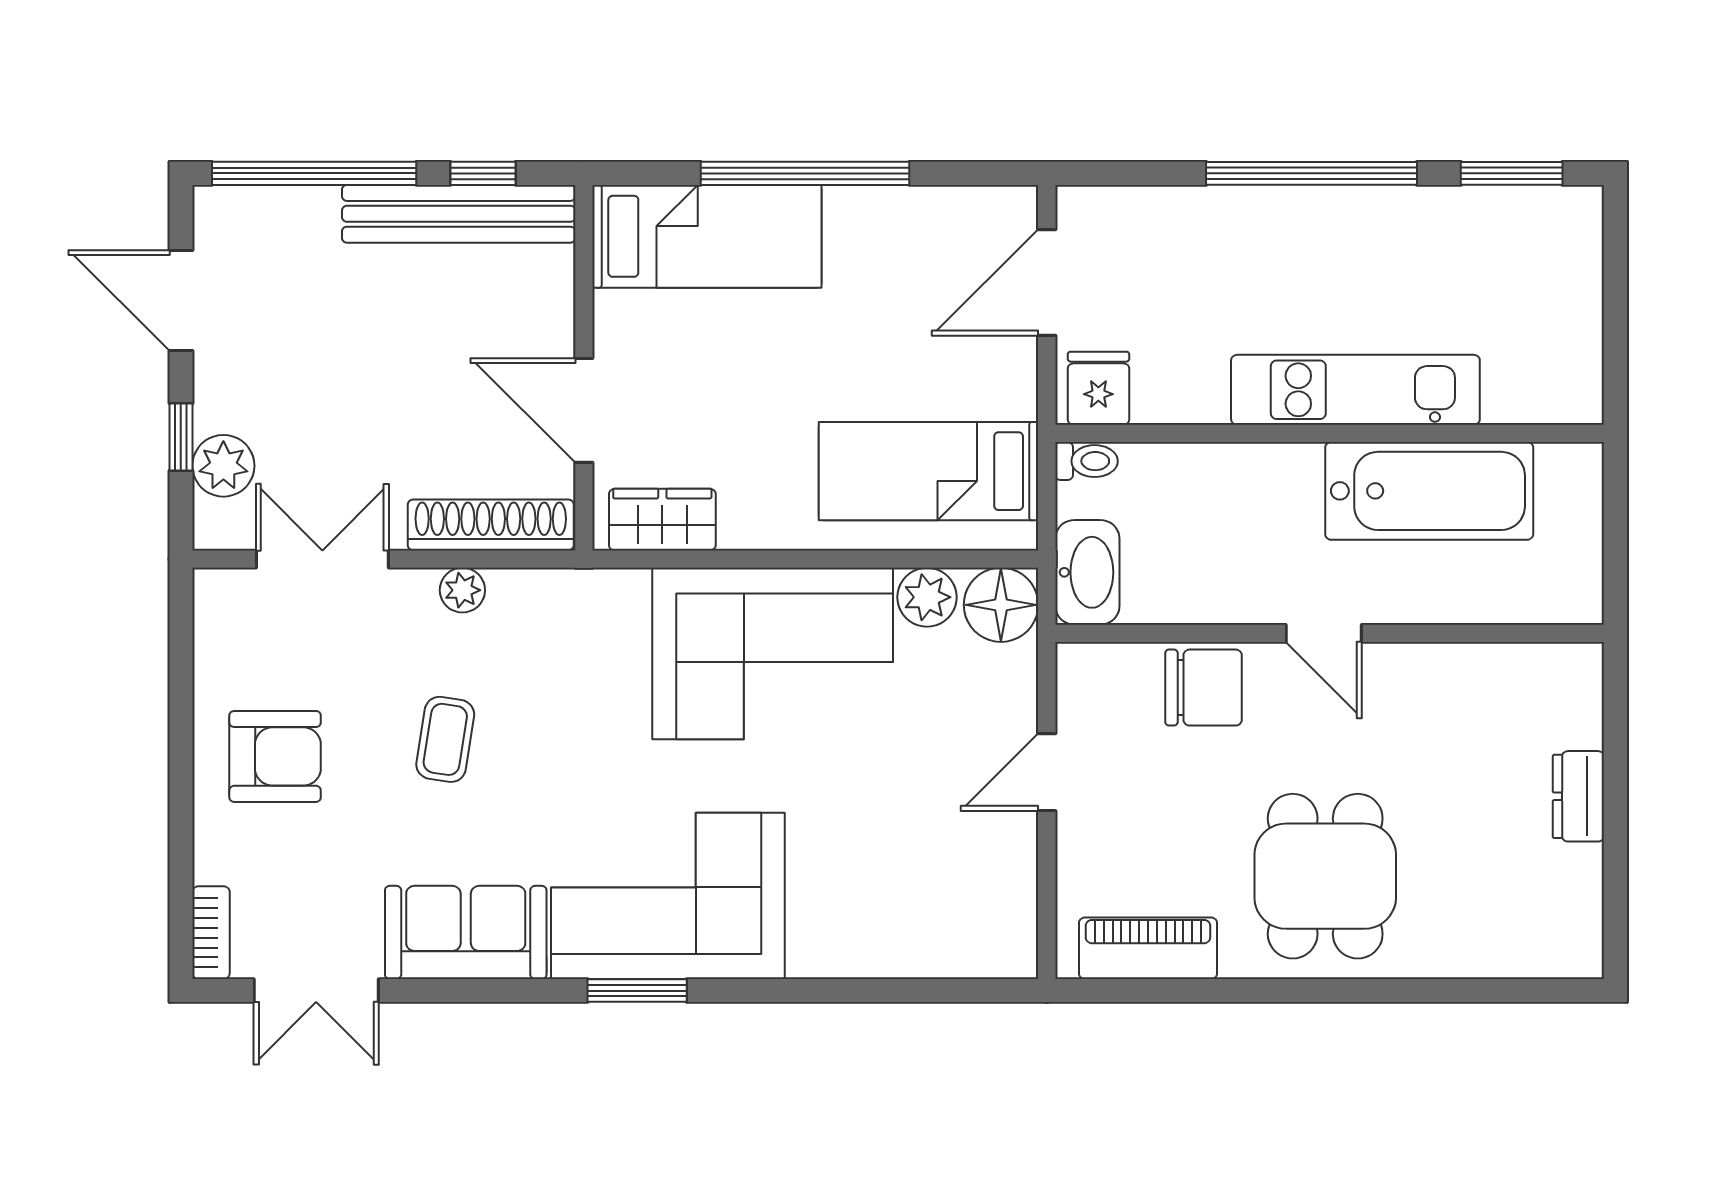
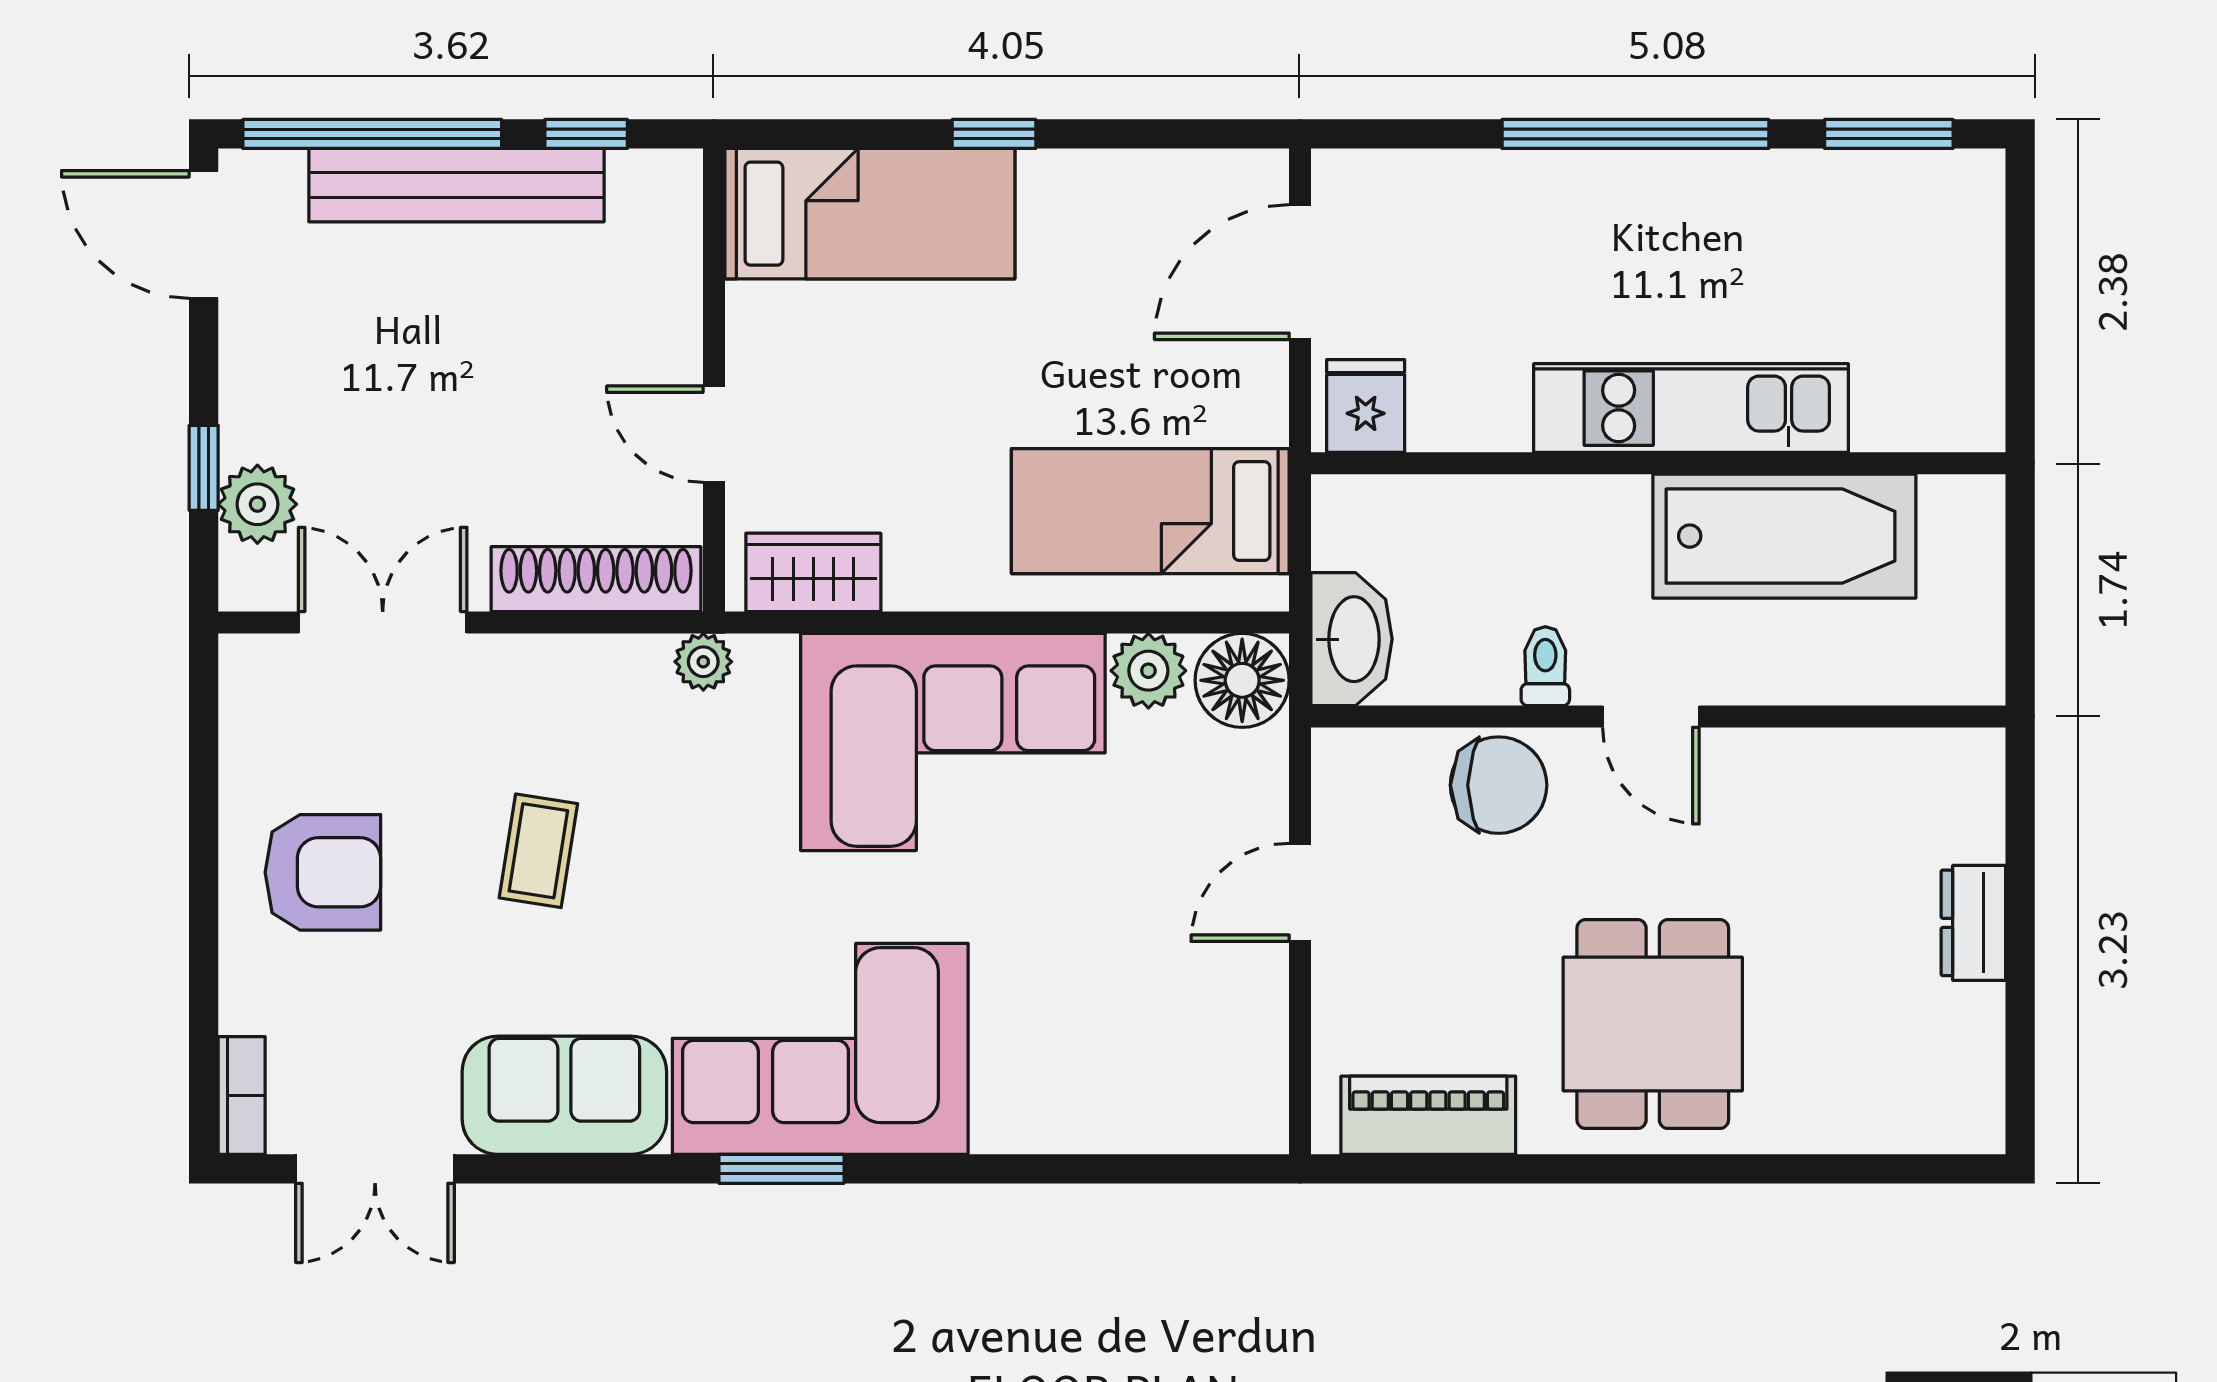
window: (805, 173) -> (994, 134), width x0.32
bench: (459, 214) -> (456, 185), moved
door: (181, 300) -> (204, 234), moved
door: (584, 410) -> (714, 434), width x0.73
toilet: (1086, 461) -> (1545, 666), moved, turned -90
plant: (462, 590) -> (703, 662), moved

